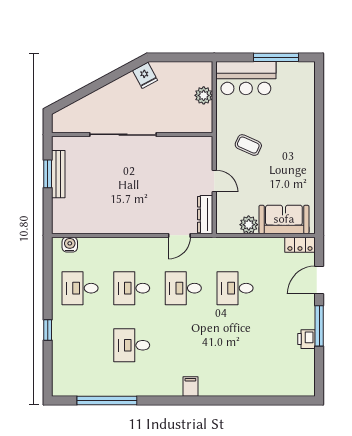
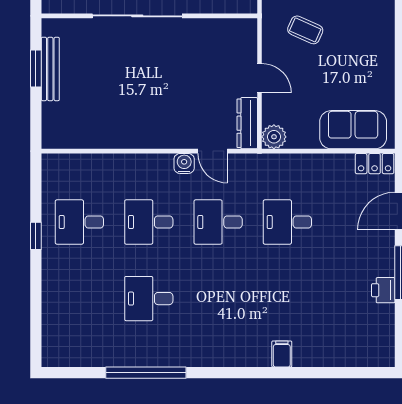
plant: (249, 225) -> (274, 137), moved
door: (179, 235) -> (213, 151), hinge flipped
water cooler: (70, 245) -> (184, 163), moved
window: (48, 330) -> (36, 236), moved
filing cabinet: (190, 387) -> (282, 354), moved
window: (107, 400) -> (146, 373), moved

